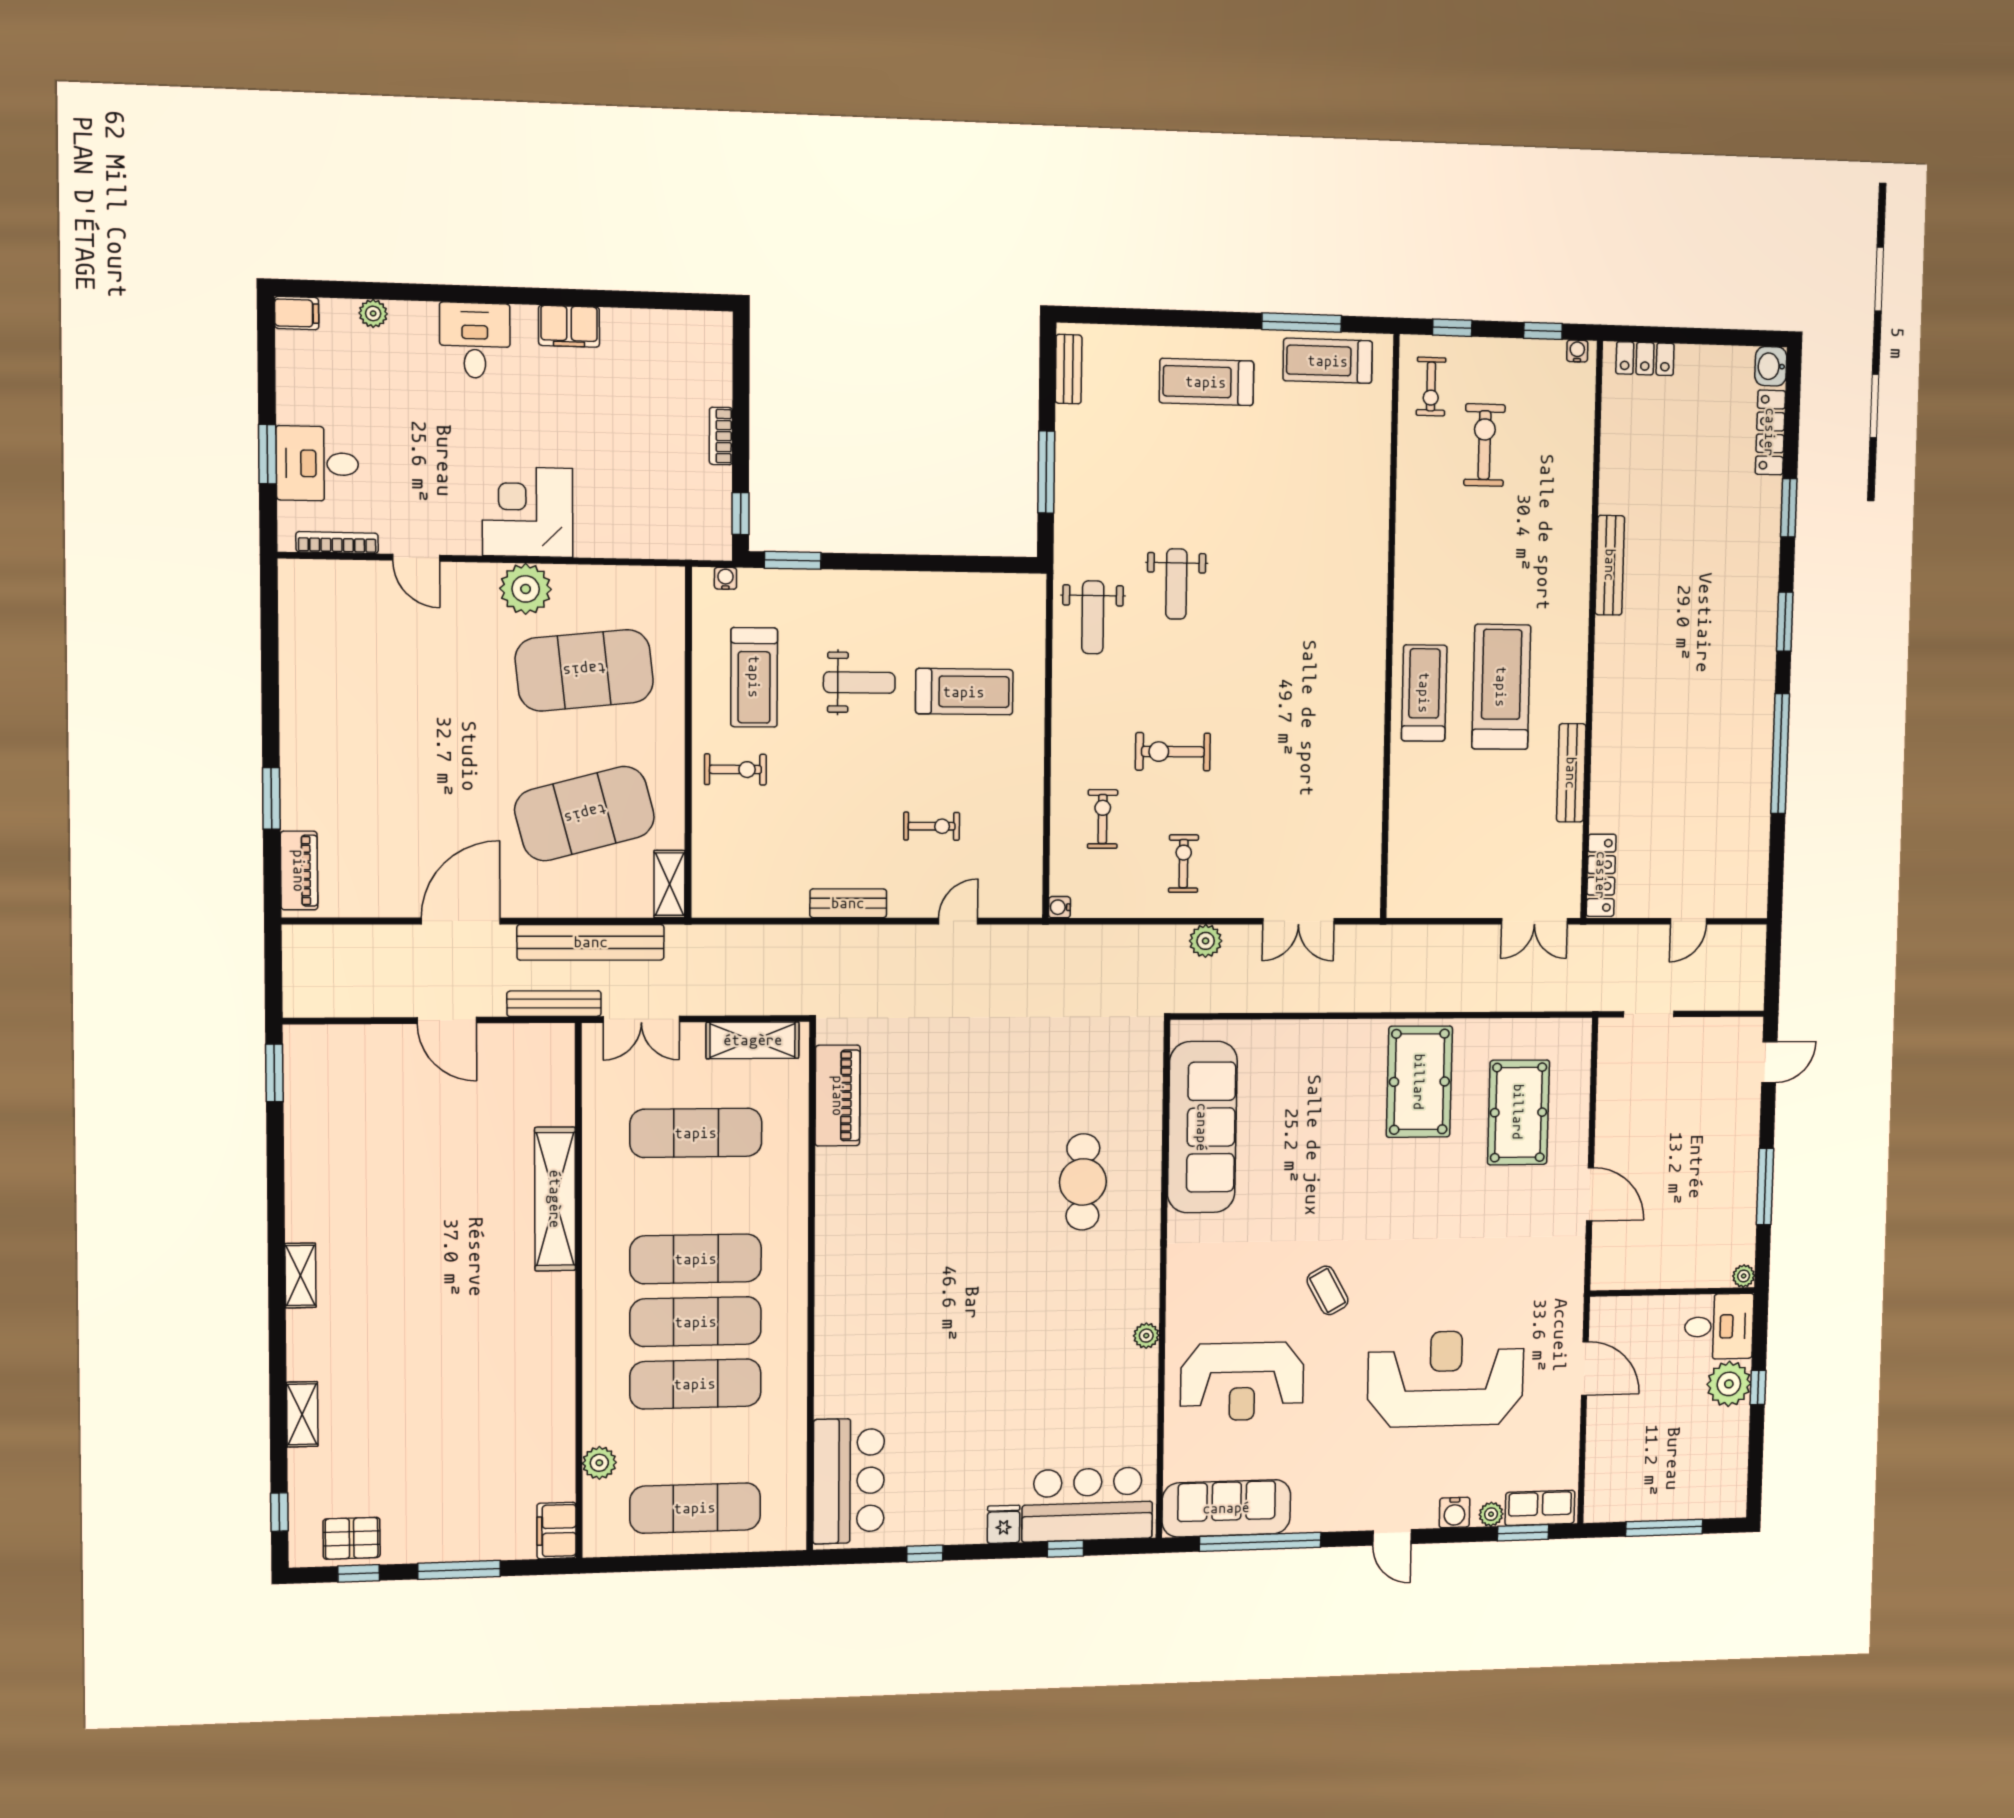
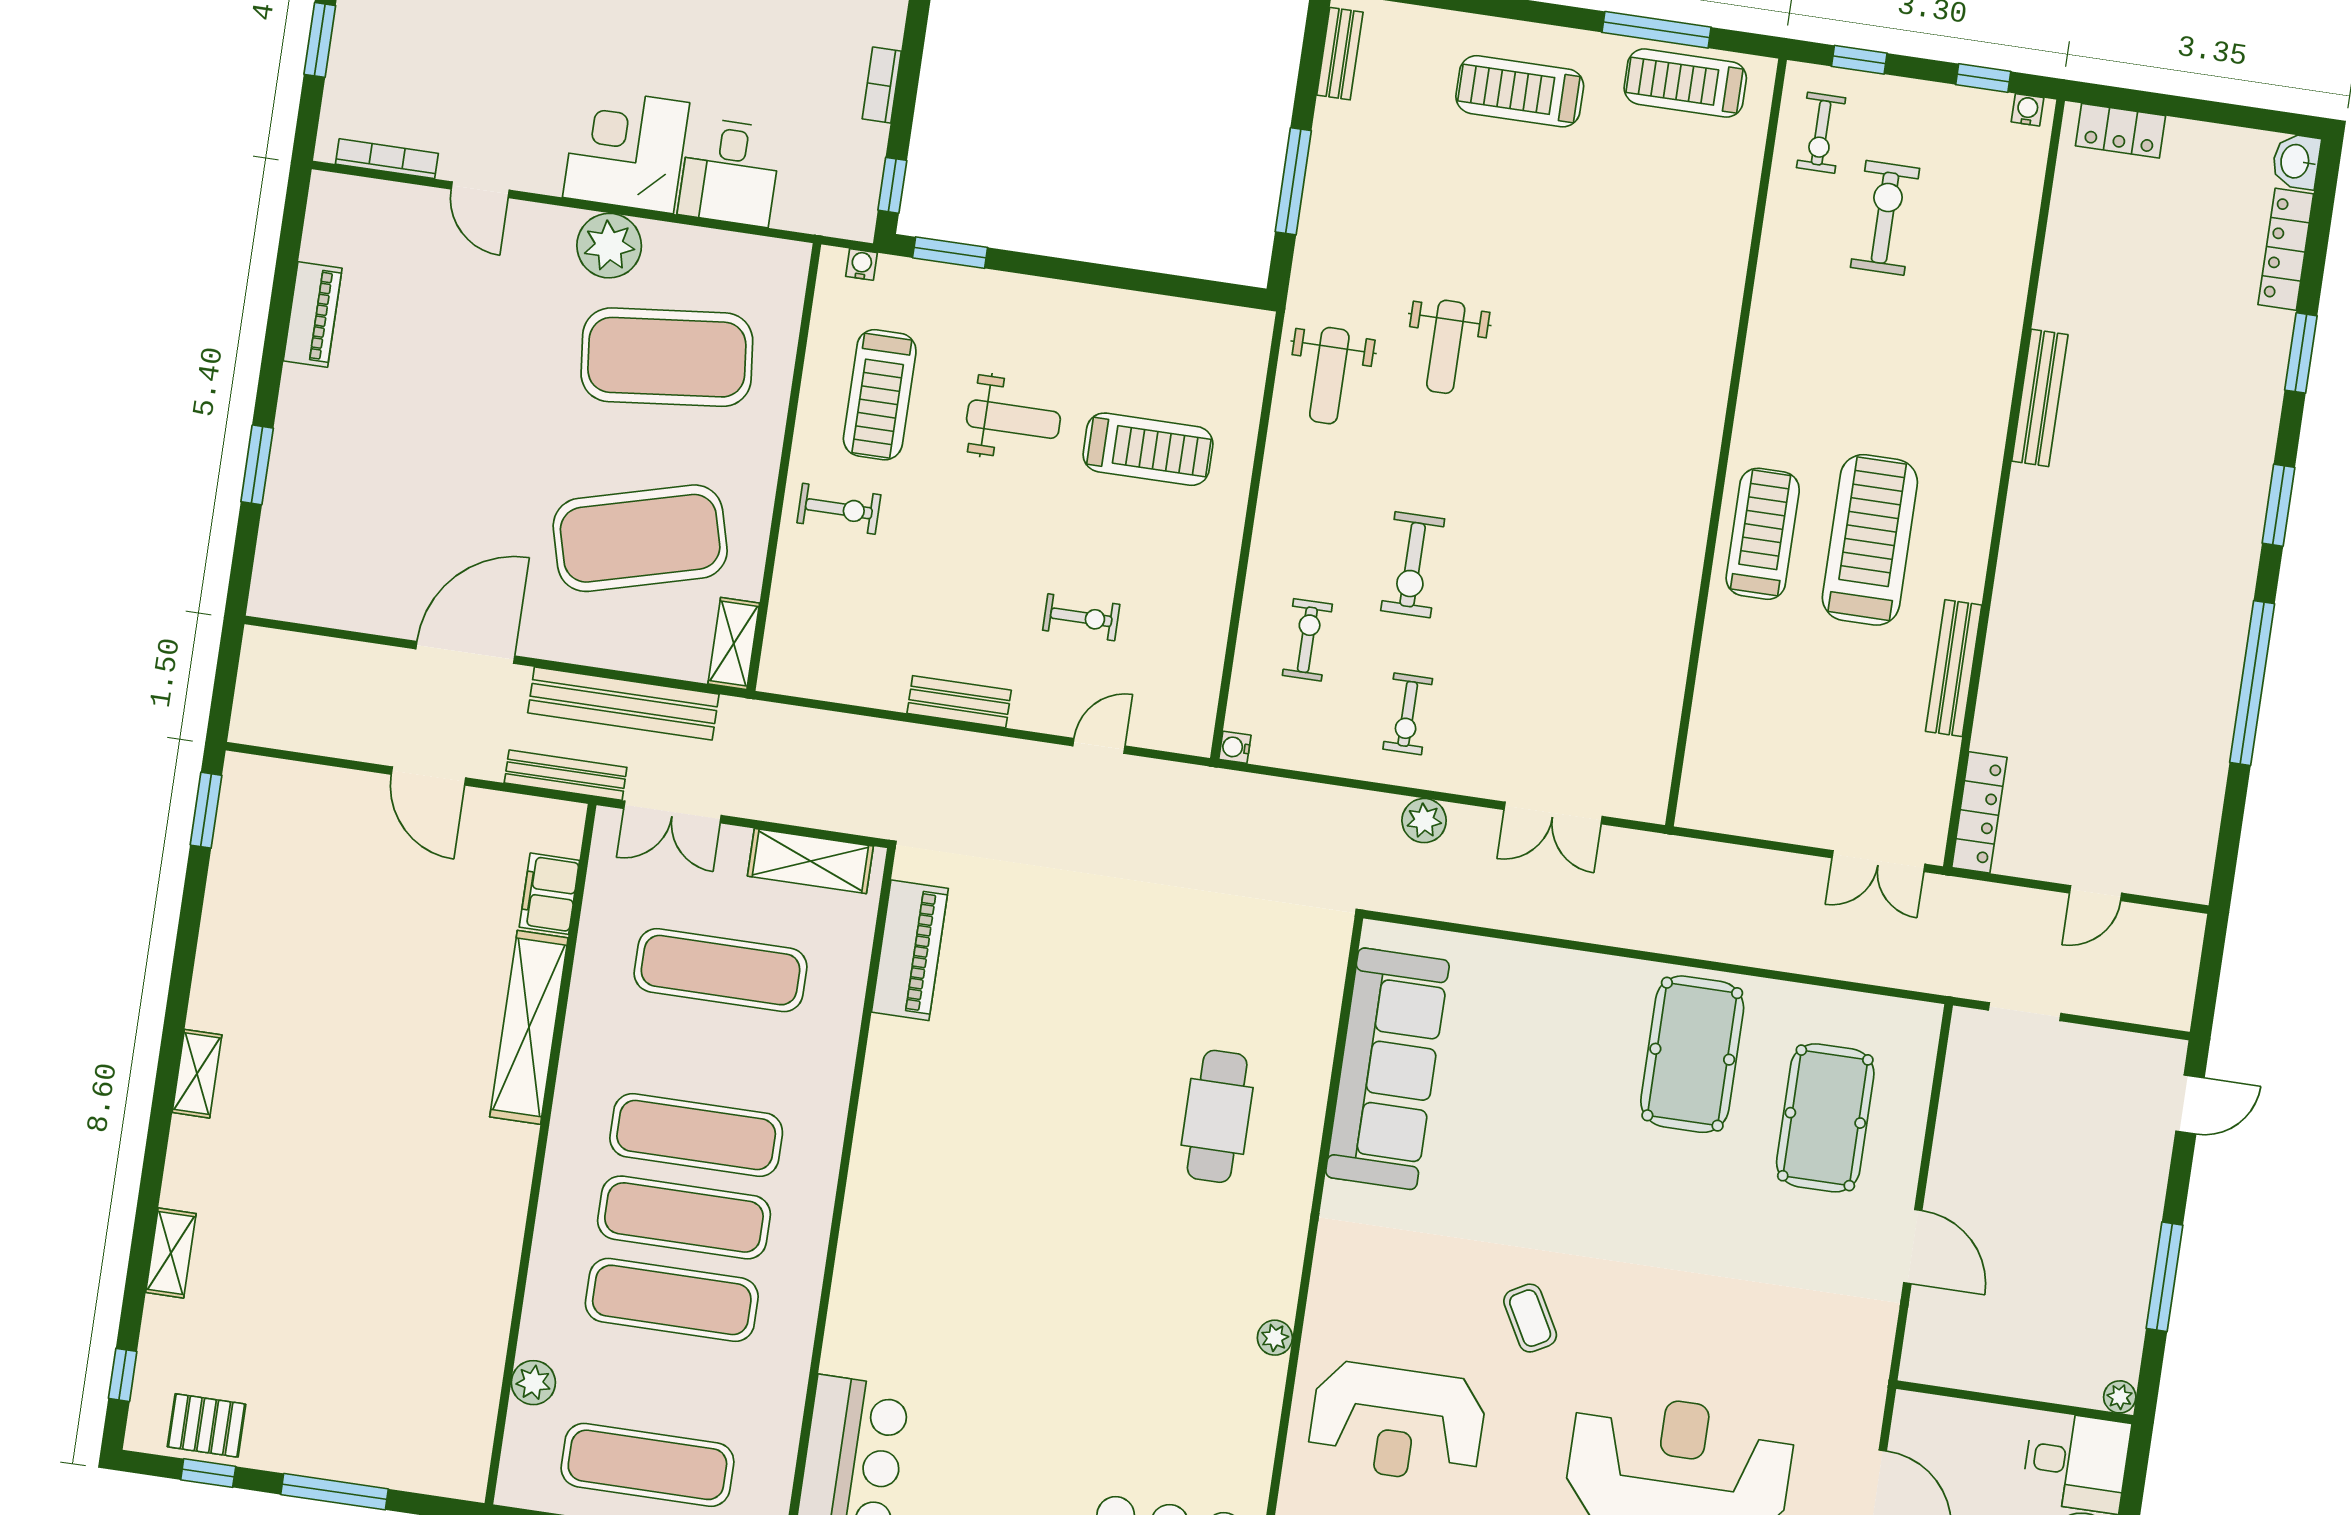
desk: (317, 464) -> (730, 172), moved, turned -90
exercise bike: (1173, 752) -> (1413, 565), turned -90
exercise bike: (1183, 864) -> (1408, 714), turned 180
piano: (299, 871) -> (313, 314), moved
filing cabinet: (556, 1531) -> (549, 894), moved

